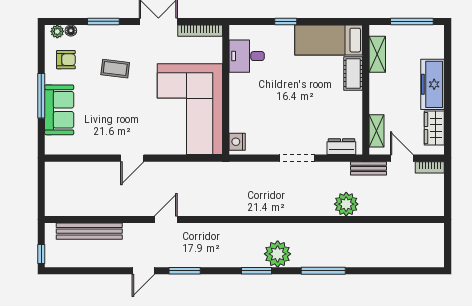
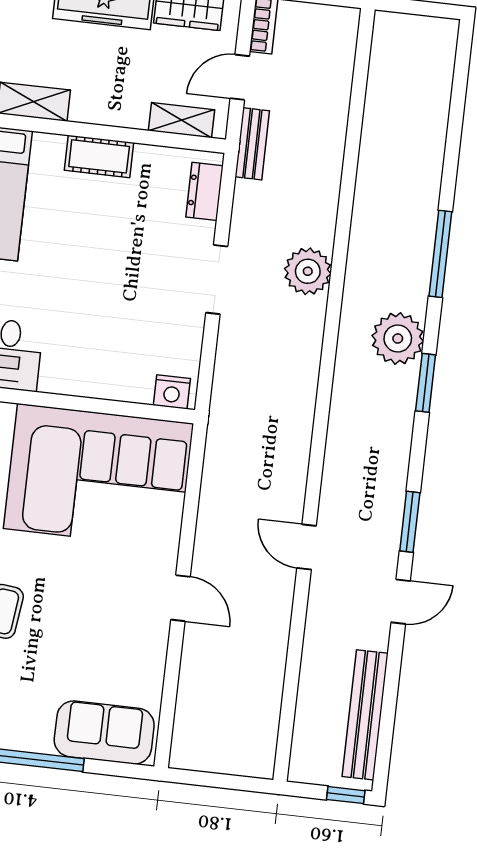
cot: (353, 73) -> (99, 156), moved
sofa: (59, 110) -> (104, 732), moved
plant: (346, 204) -> (308, 271), moved
bench: (89, 231) -> (365, 715), moved
door: (143, 271) -> (401, 602), hinge flipped

